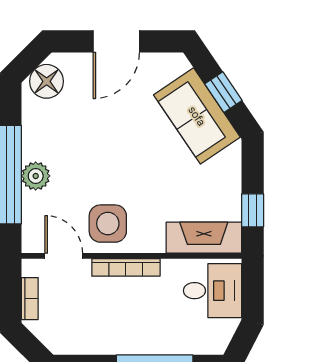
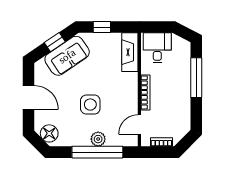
window: (253, 210) -> (102, 27), moved
side table: (108, 224) -> (90, 105), moved

